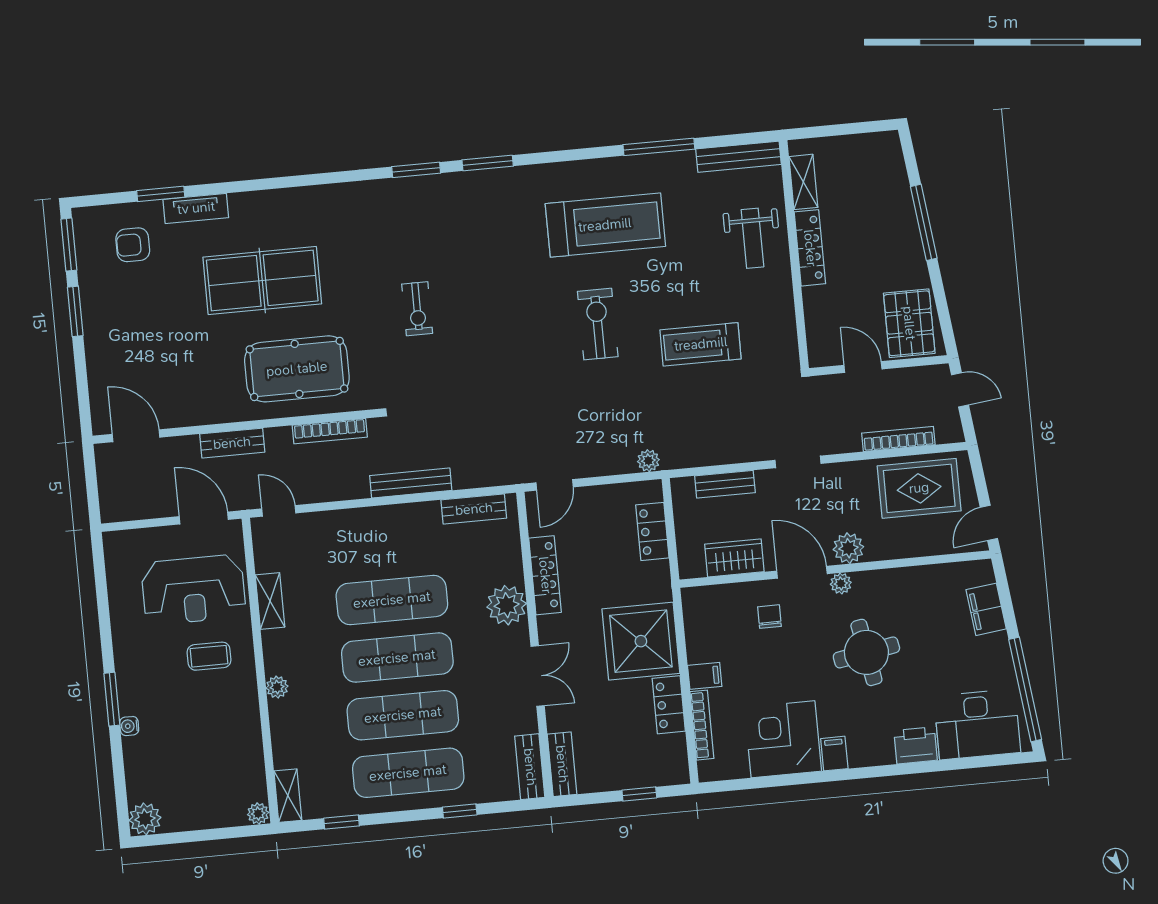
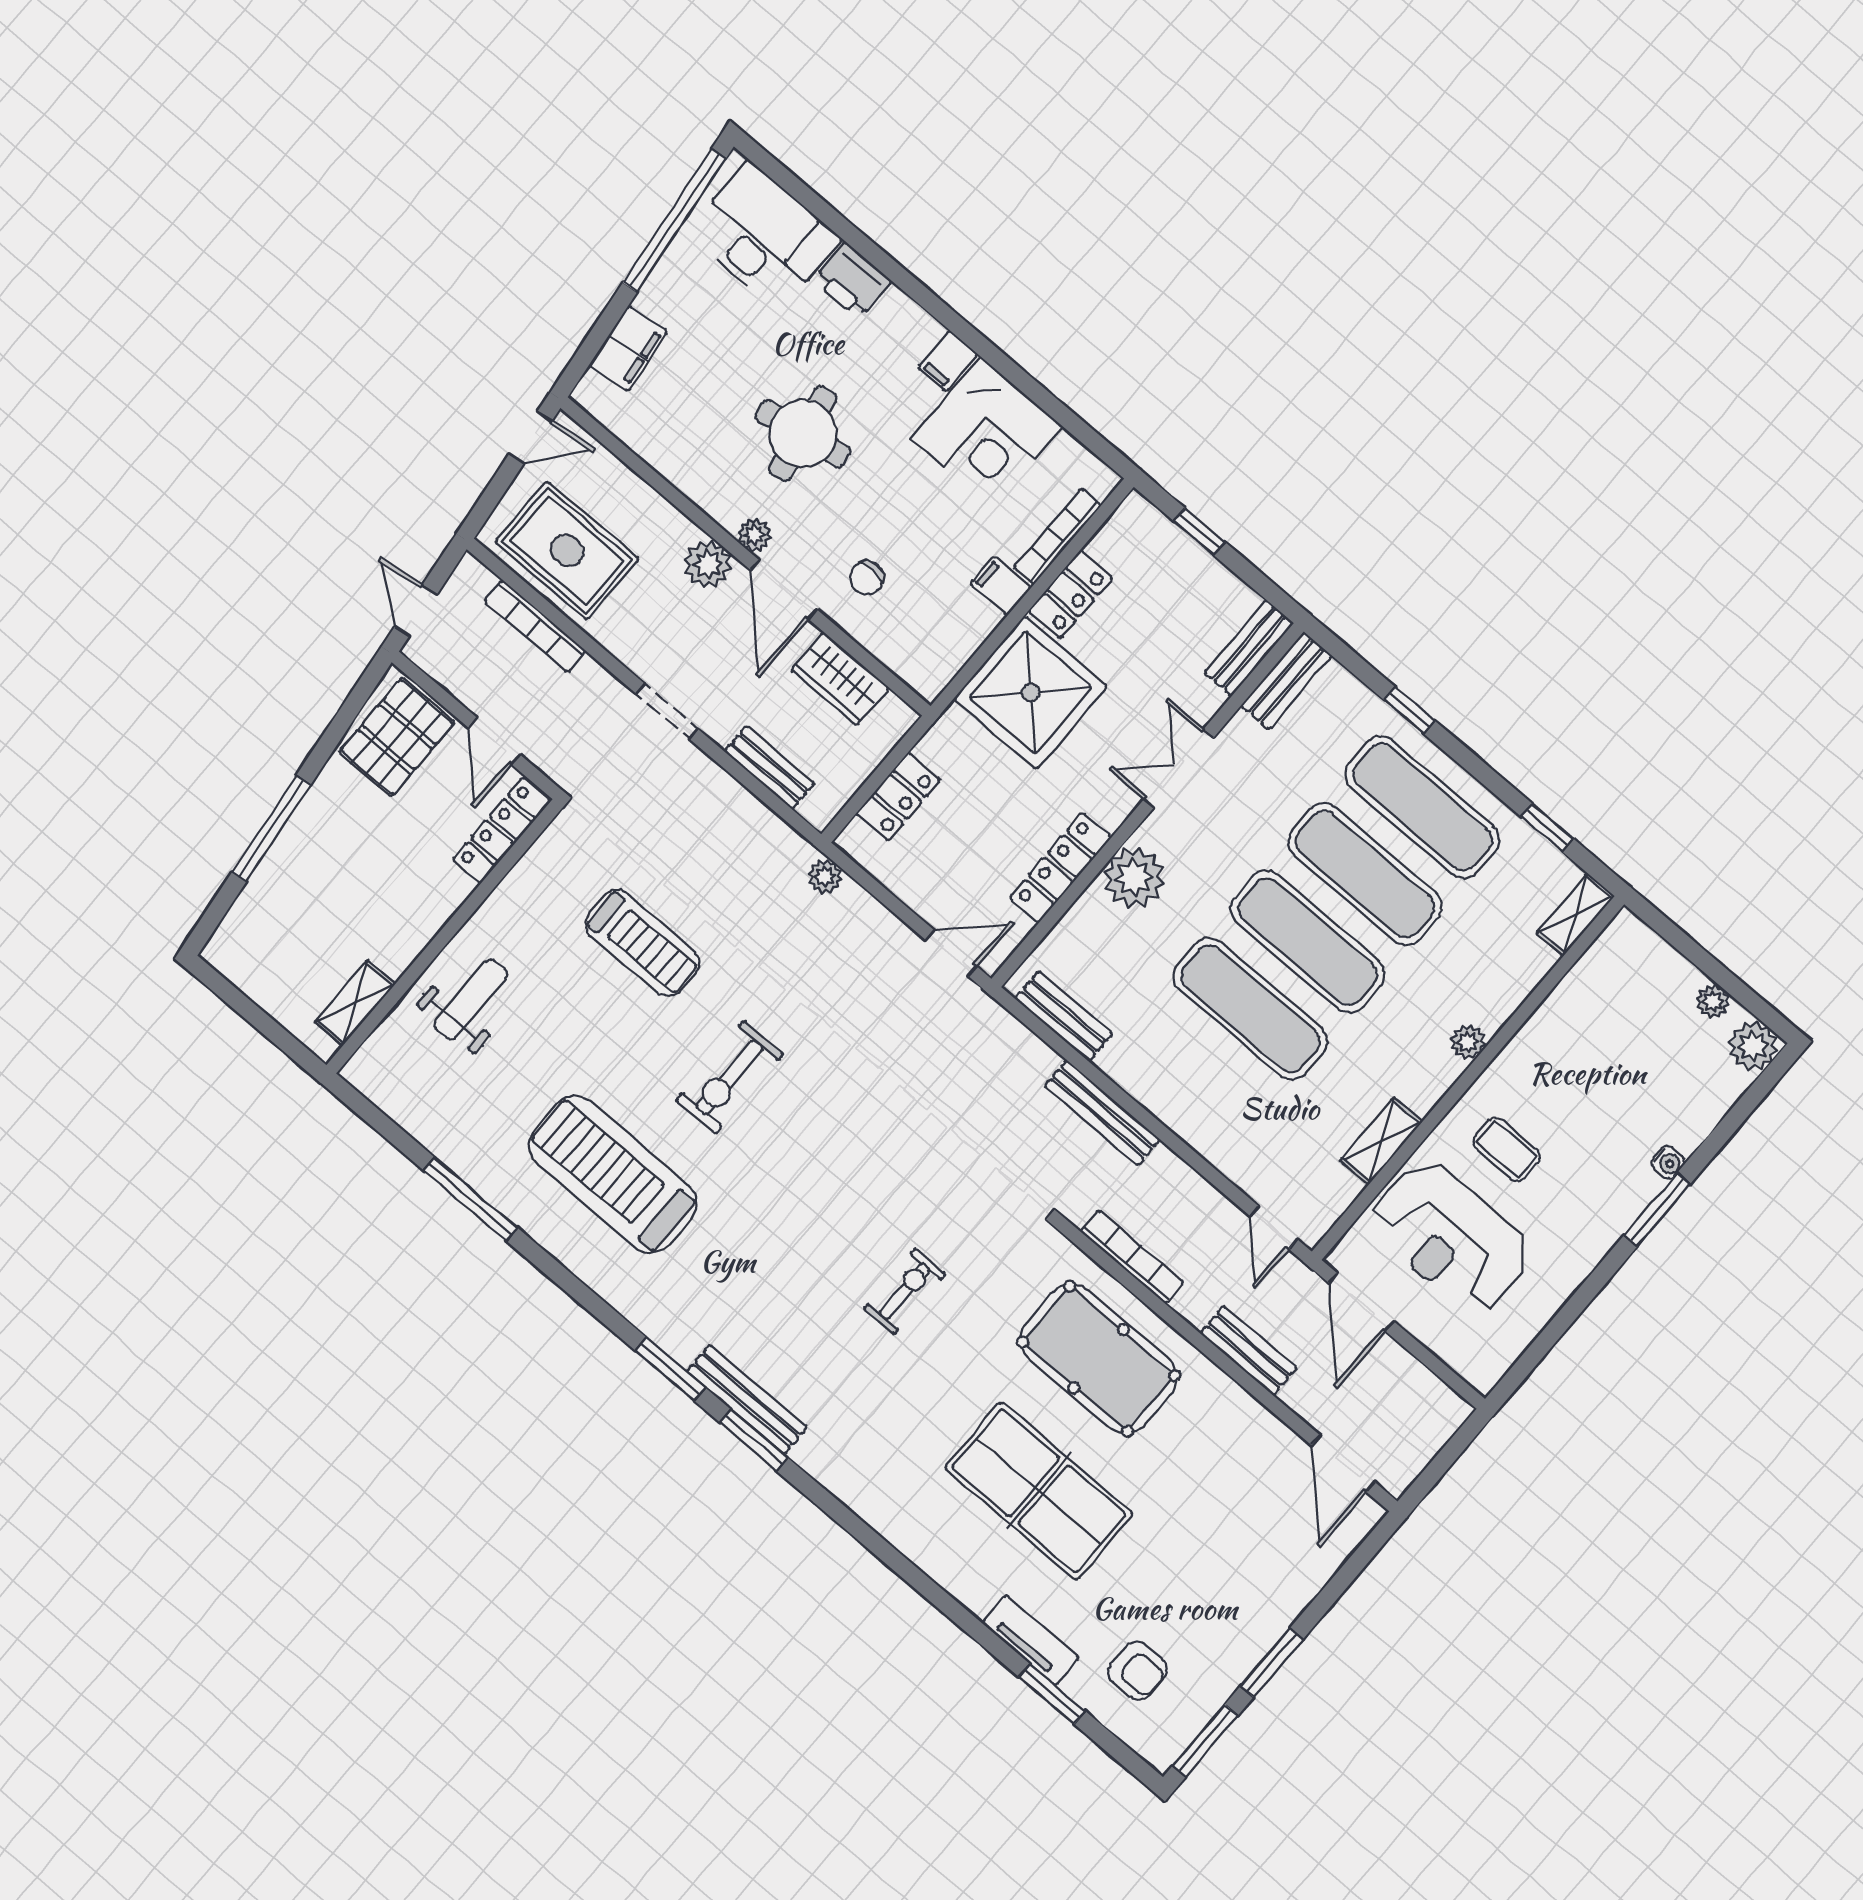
bench: (738, 157) -> (747, 1400), moved
locker: (810, 248) -> (502, 830), moved
reception desk: (193, 590) -> (1451, 1237), turned 180
plant: (258, 814) -> (1713, 1001), moved

